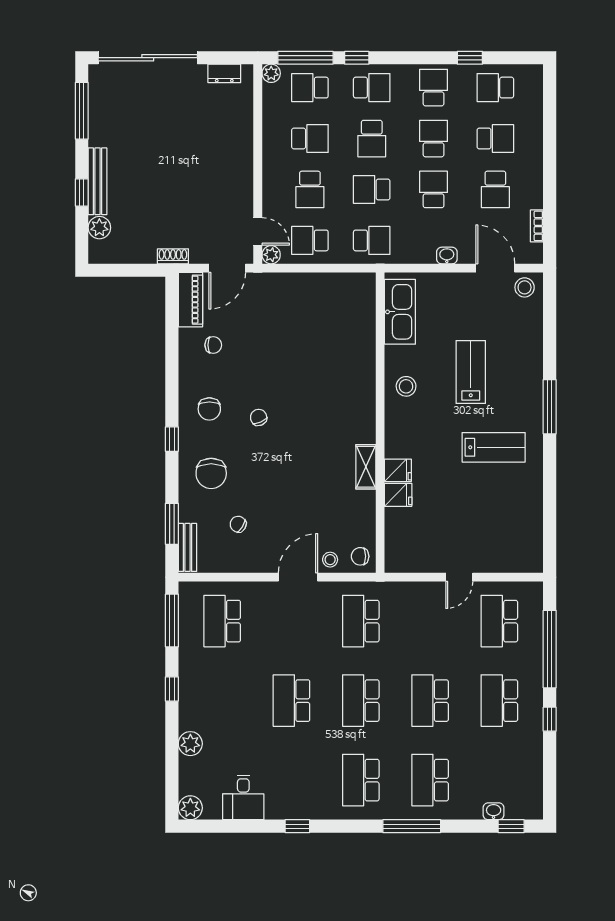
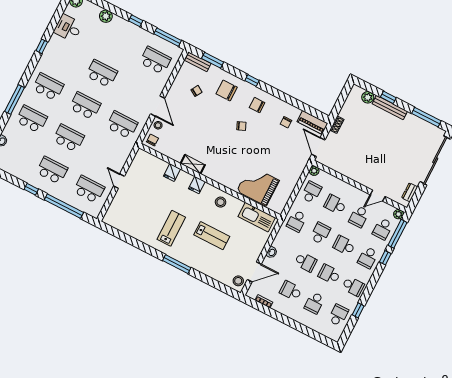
school desk: (310, 88) -> (383, 229), turned 180
school desk: (434, 139) -> (329, 274), turned 180
door: (258, 231) -> (378, 196), moved
grand piano: (346, 337) -> (258, 186), added
lab bench: (494, 447) -> (171, 228), turned 180
fridge: (398, 470) -> (197, 185), moved

